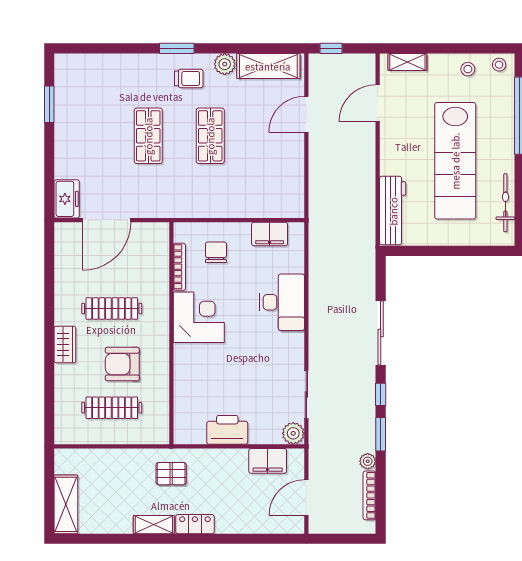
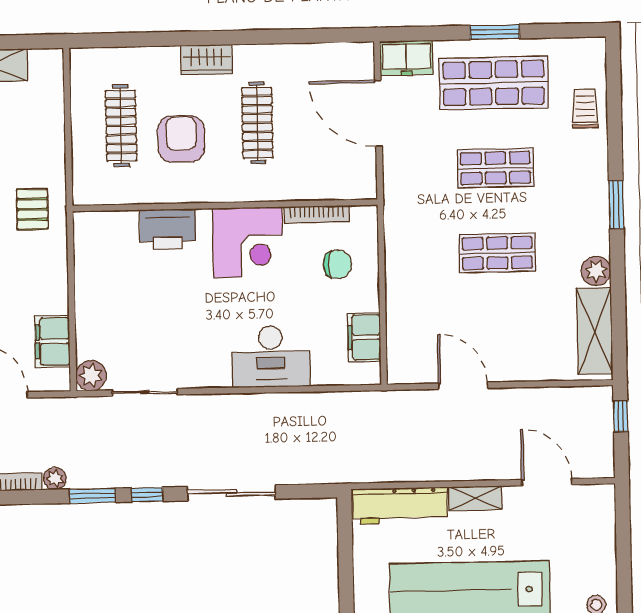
shelving: (407, 62) -> (476, 498), moved, turned 90
trolley: (189, 78) -> (585, 108), moved, turned 180
window: (49, 104) -> (495, 32), moved
door: (306, 114) -> (463, 386), moved
shop shelf: (86, 136) -> (494, 83), added
printer: (227, 430) -> (168, 229), moved, turned 90

